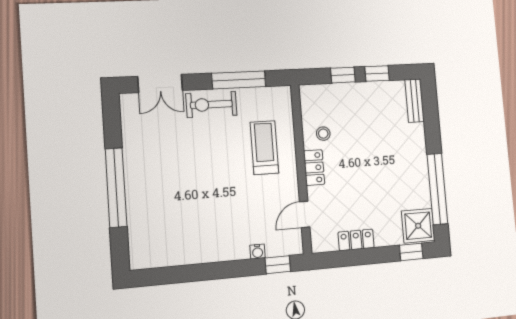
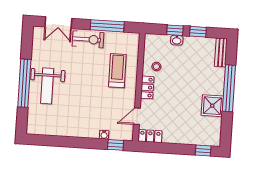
washbasin: (348, 90) -> (177, 40), added
exercise bike: (211, 104) -> (88, 39), turned 180
weight bench: (155, 187) -> (47, 86), added
window: (437, 189) -> (229, 88), moved
shower: (418, 226) -> (212, 106), moved
locker: (356, 240) -> (150, 136), moved

